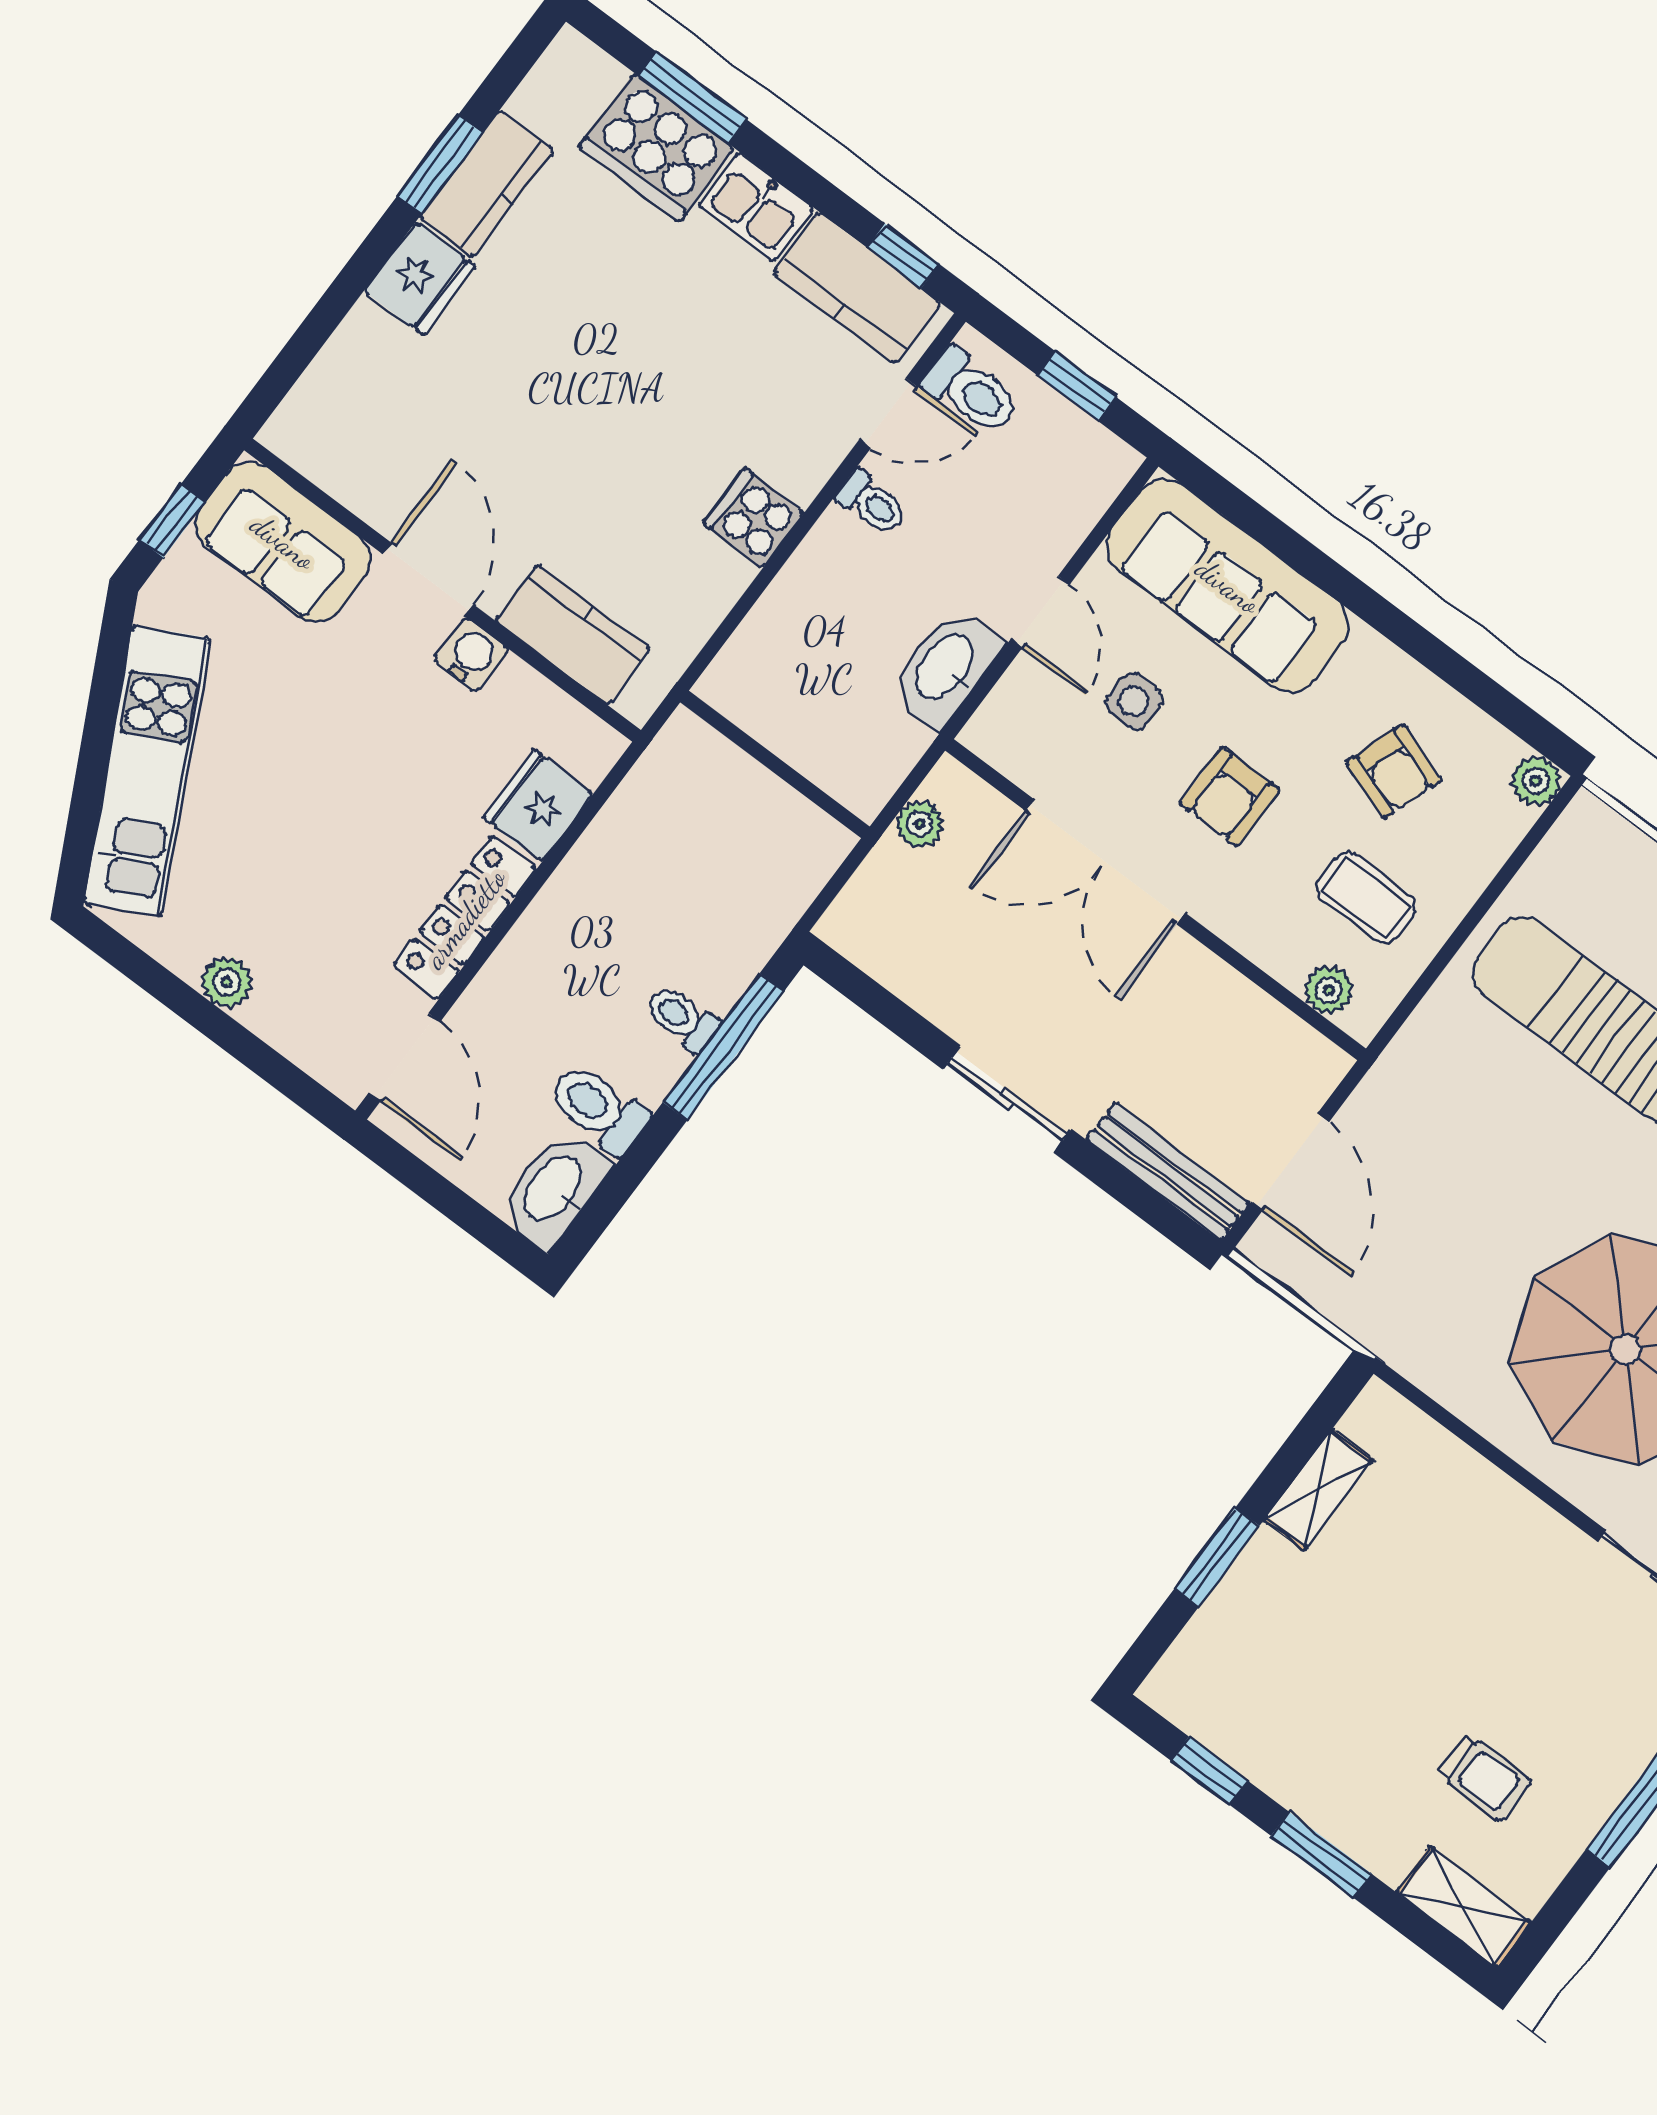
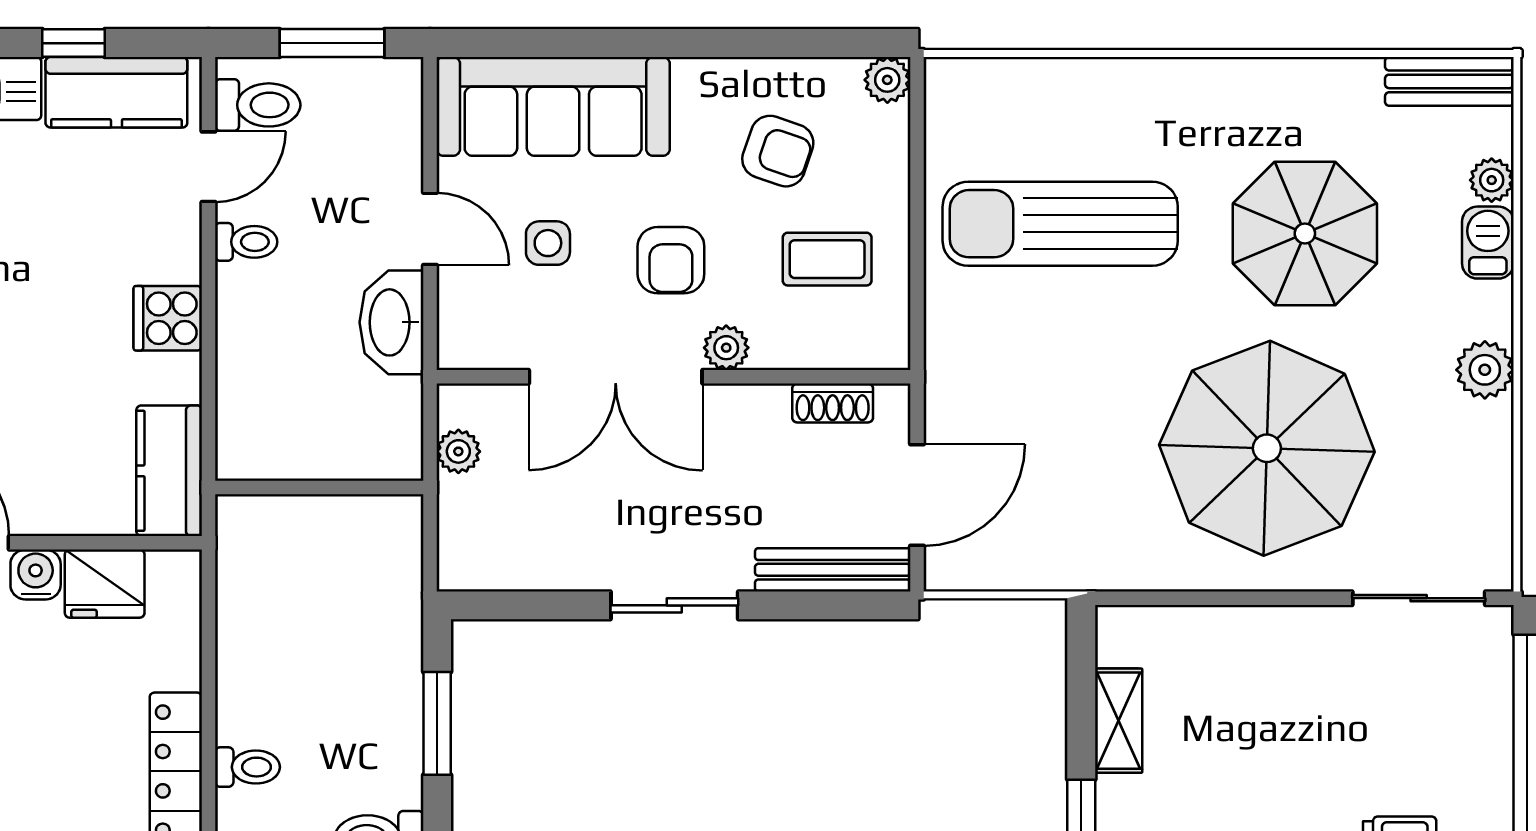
window: (903, 256) -> (73, 43), moved
window: (1077, 386) -> (332, 43), width x1.50
kitchen counter: (573, 635) -> (169, 471), moved, turned -90
fridge: (538, 805) -> (105, 584), moved, turned -90
plant: (1329, 990) -> (726, 348), moved
toilet: (682, 1018) -> (247, 767), moved, turned 180
shoe rack: (1277, 1026) -> (833, 403), added
window: (723, 1047) -> (437, 723), width x0.69
door: (1290, 1162) -> (917, 495), hinge flipped

